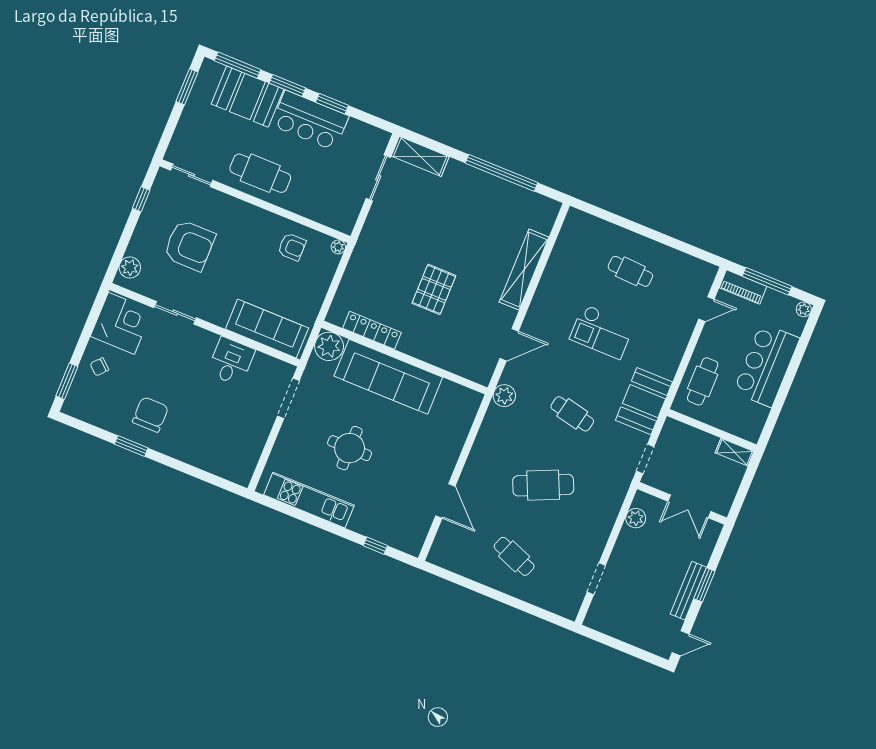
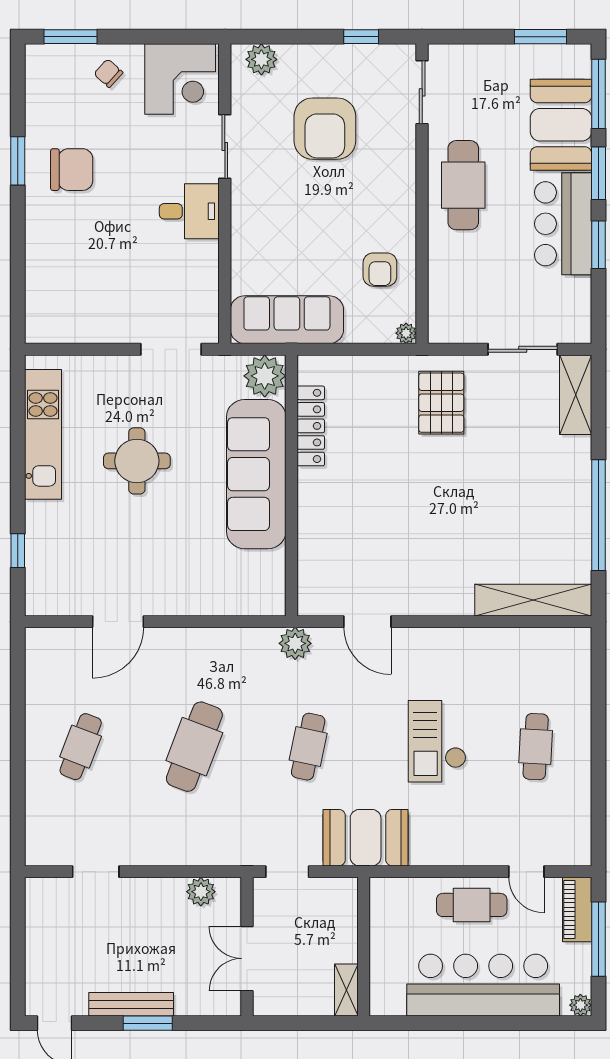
shelving: (524, 270) -> (533, 600), moved
pallet: (434, 289) -> (441, 403), moved, turned 90
sofa: (267, 329) -> (287, 320), moved, turned -90
desk: (231, 361) -> (189, 211), moved
bar counter: (766, 365) -> (483, 985), width x1.36
cafe table: (703, 381) -> (472, 905), moved
cafe table: (543, 485) -> (194, 747), turned 45

